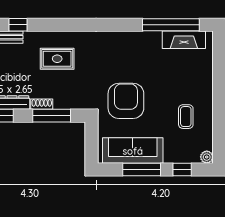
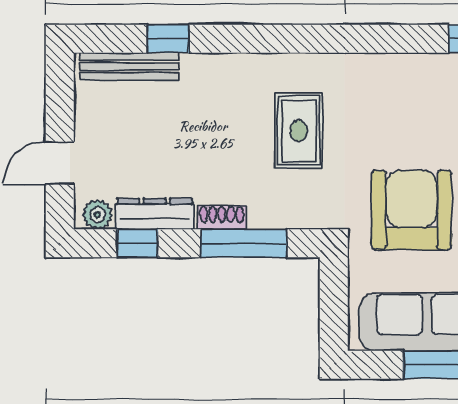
rug: (57, 59) -> (299, 131), moved, turned 90

